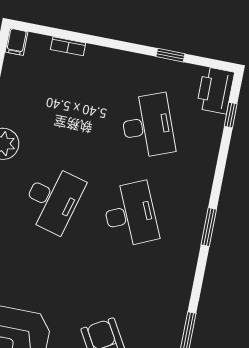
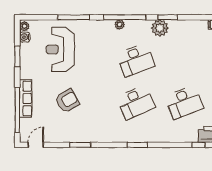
desk: (53, 199) -> (136, 60), turned -36

